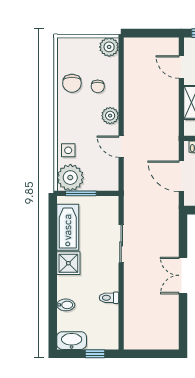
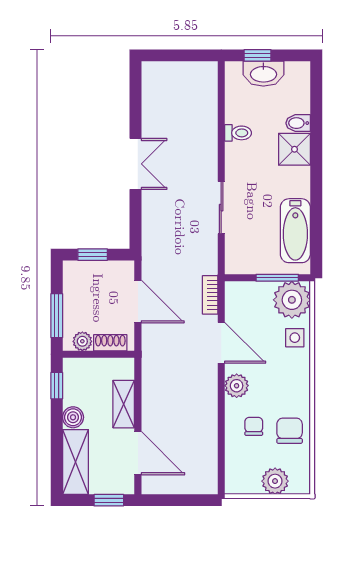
plant: (109, 47) -> (275, 481), moved
door: (181, 67) -> (138, 453), width x1.38
door: (121, 147) -> (221, 343), width x1.38
bookcase: (129, 181) -> (210, 295), added
shower: (68, 263) -> (294, 149), moved
washbasin: (72, 341) -> (263, 74), moved

